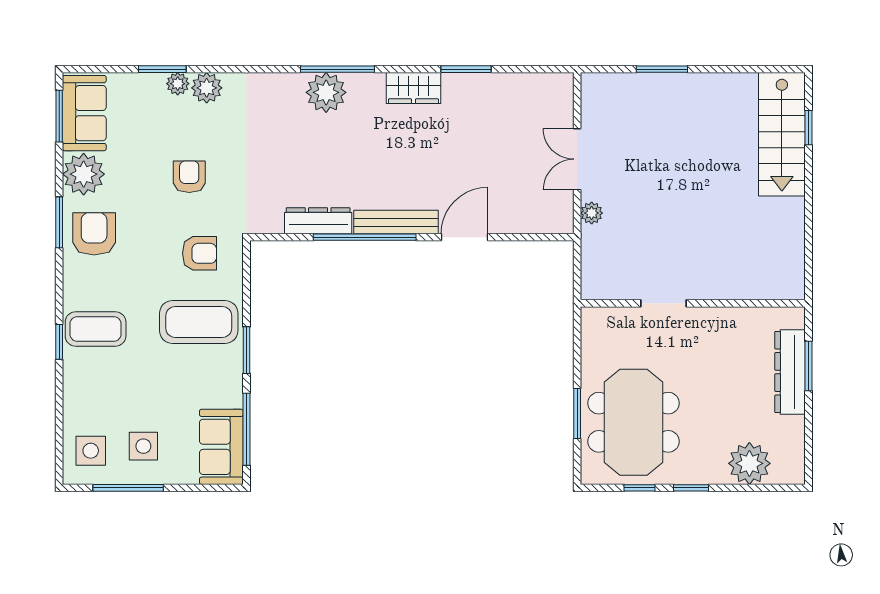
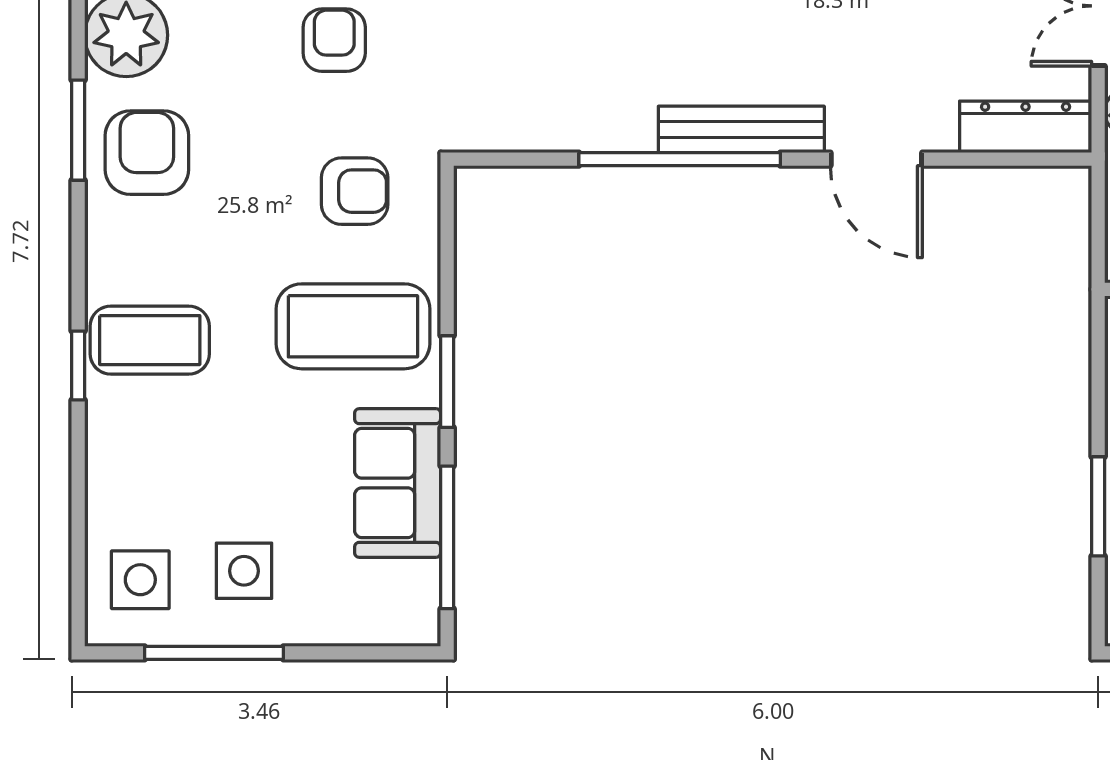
dresser: (318, 221) -> (1026, 127), moved
door: (464, 237) -> (876, 159), swing flipped
sofa: (221, 447) -> (398, 483), moved

